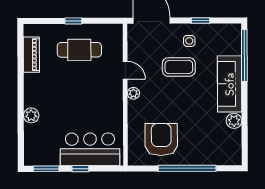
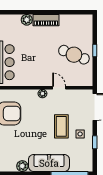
cafe table: (79, 50) -> (74, 55), turned -68
piano: (31, 55) -> (46, 20), moved
door: (125, 70) -> (59, 88), swing flipped

